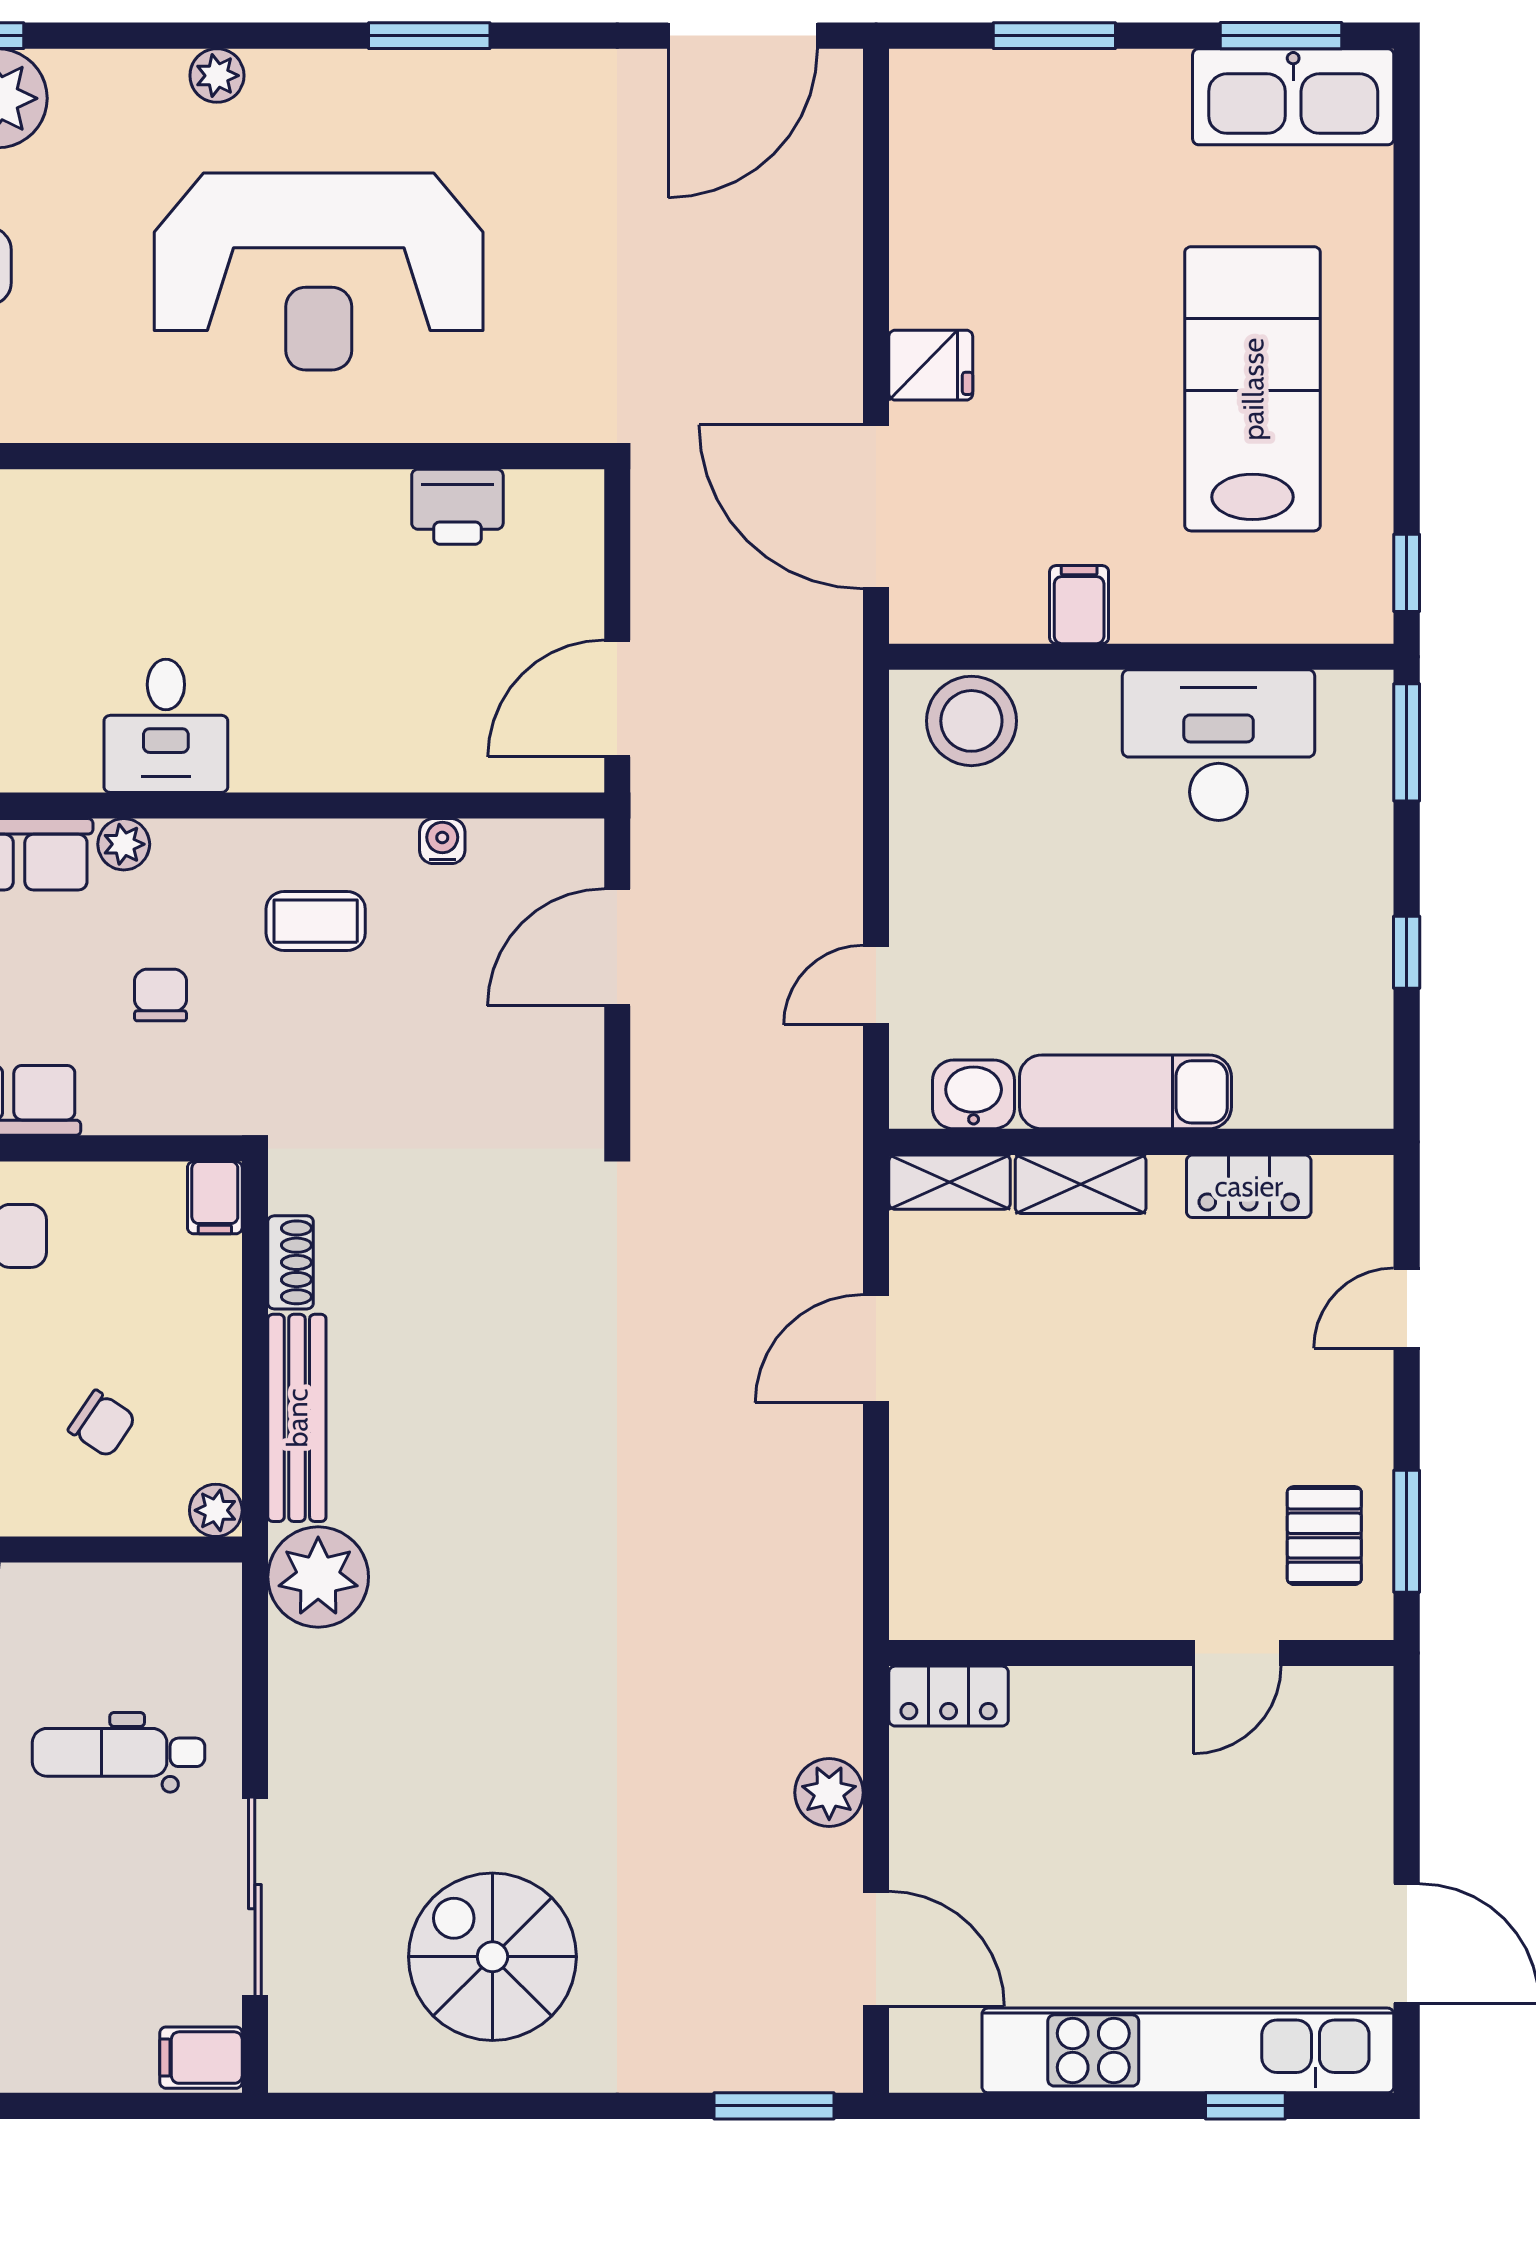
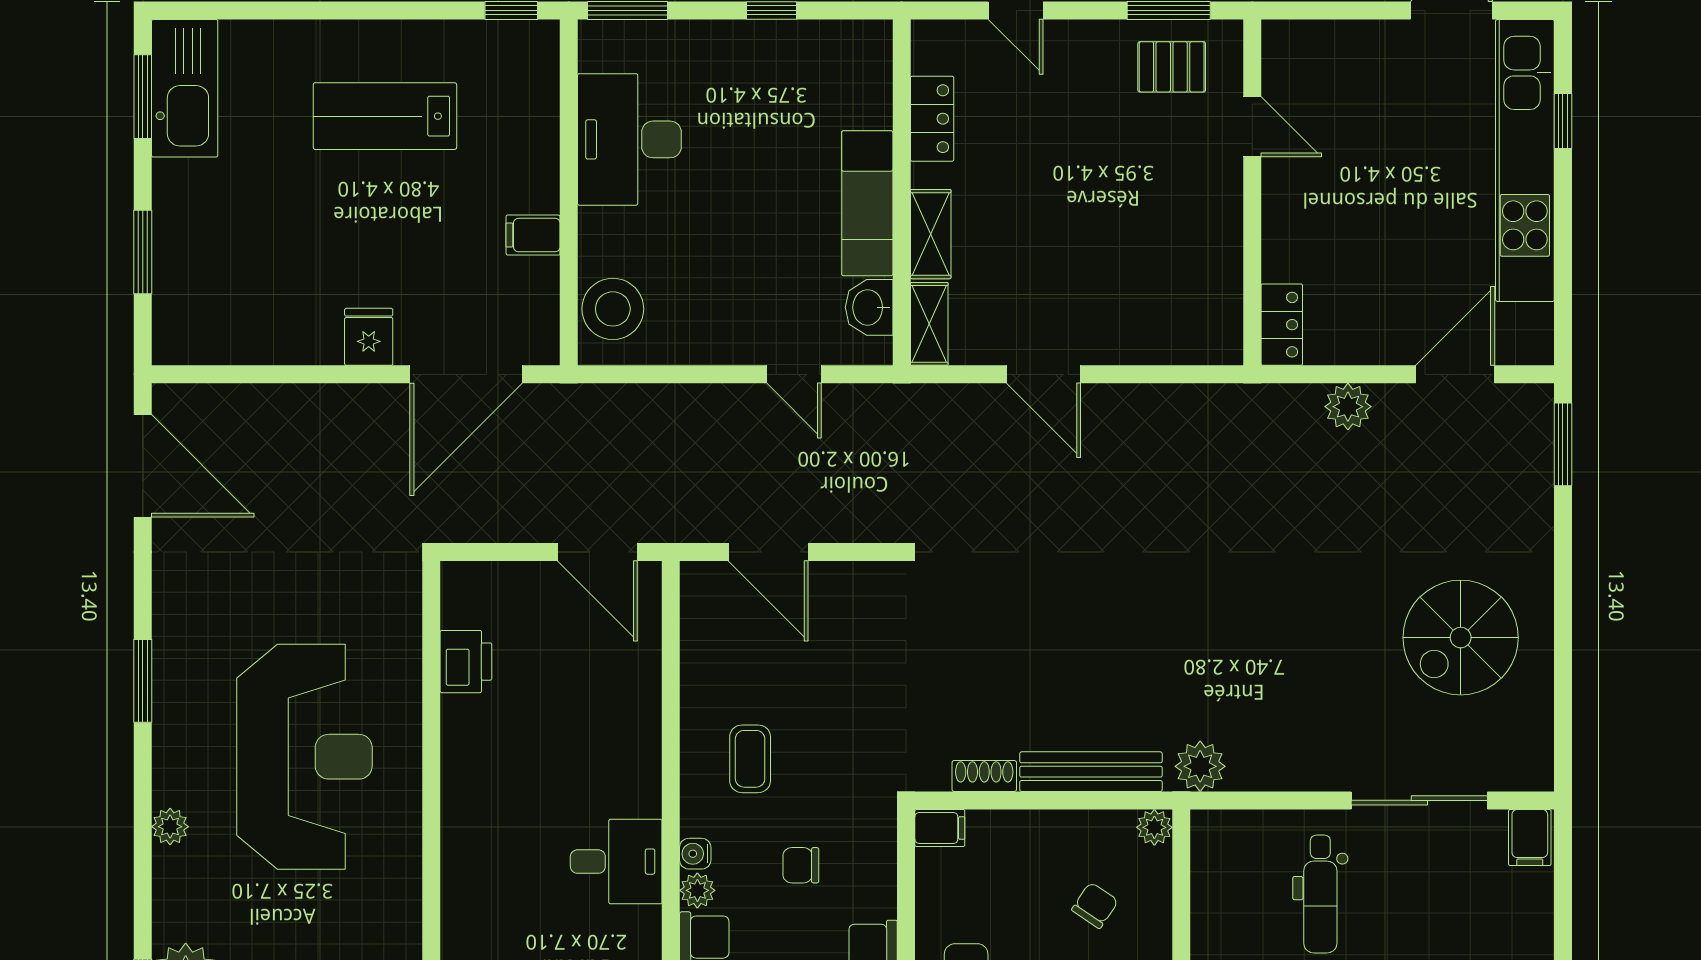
lab bench: (1253, 389) -> (385, 116), width x0.73, depth x0.72
water cooler: (442, 841) -> (695, 854), moved
plant: (318, 1577) -> (1200, 766), width x0.73, depth x0.73

